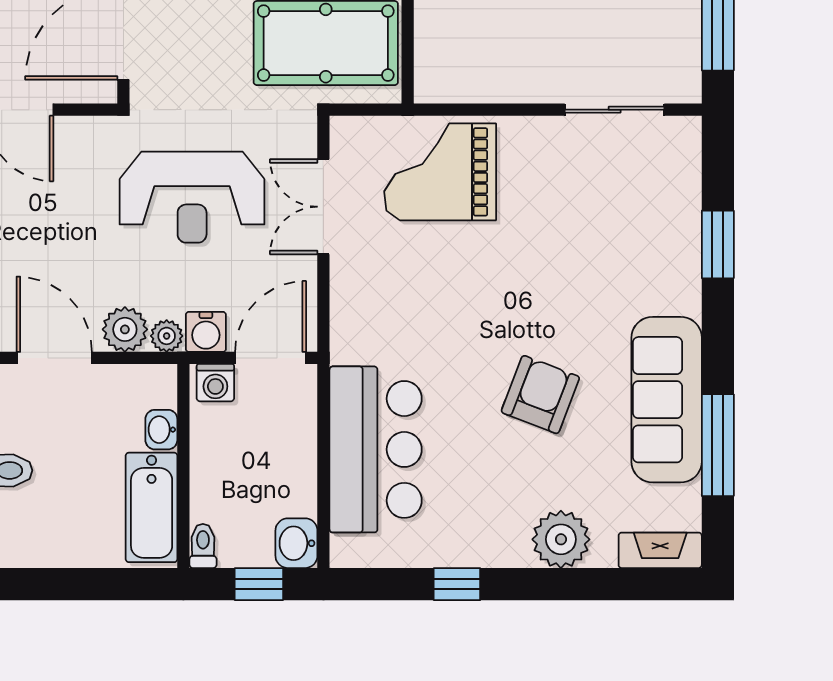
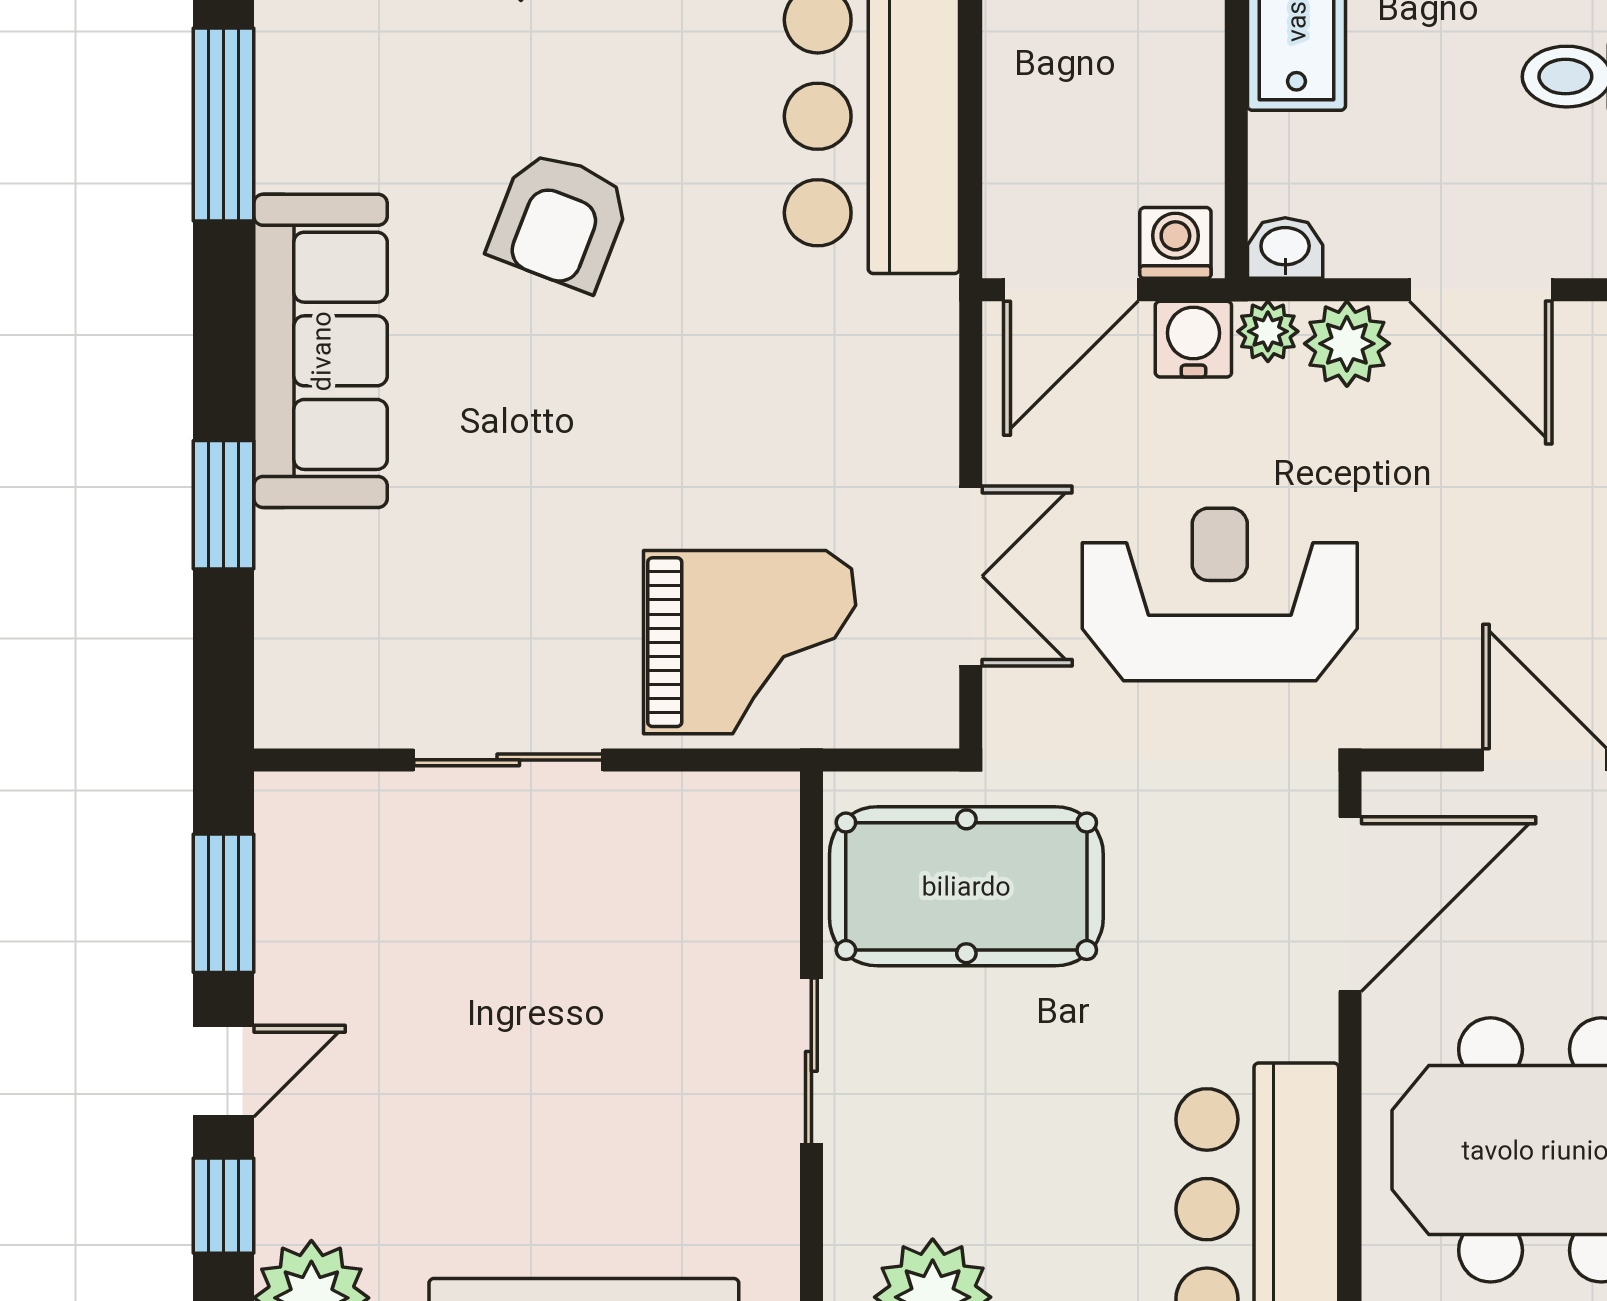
sliding door: (615, 110) -> (508, 760), moved
sofa: (667, 400) -> (321, 351), moved
washbasin: (161, 430) -> (1285, 248), moved, turned -90

